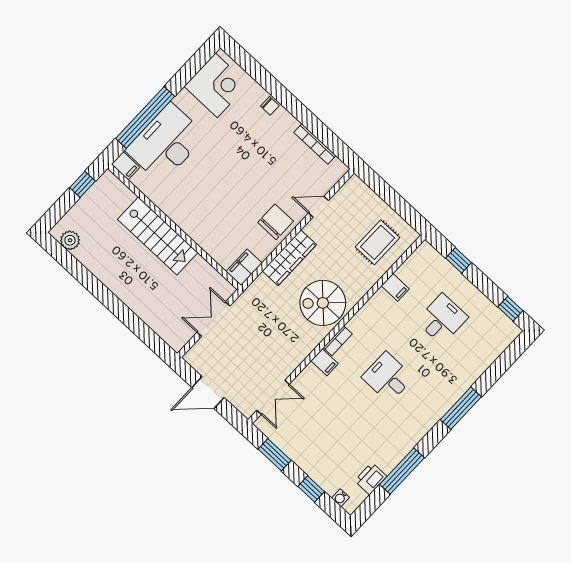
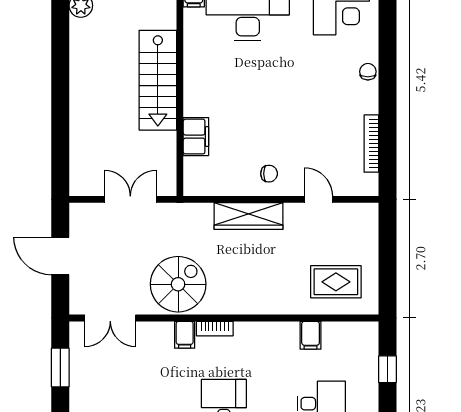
chair: (270, 106) -> (368, 72), turned 180
chair: (276, 222) -> (269, 174), width x0.54, depth x0.54
filing cabinet: (244, 267) -> (196, 137), moved, turned 90
spiral stairs: (323, 303) -> (178, 284), moved, turned 90

